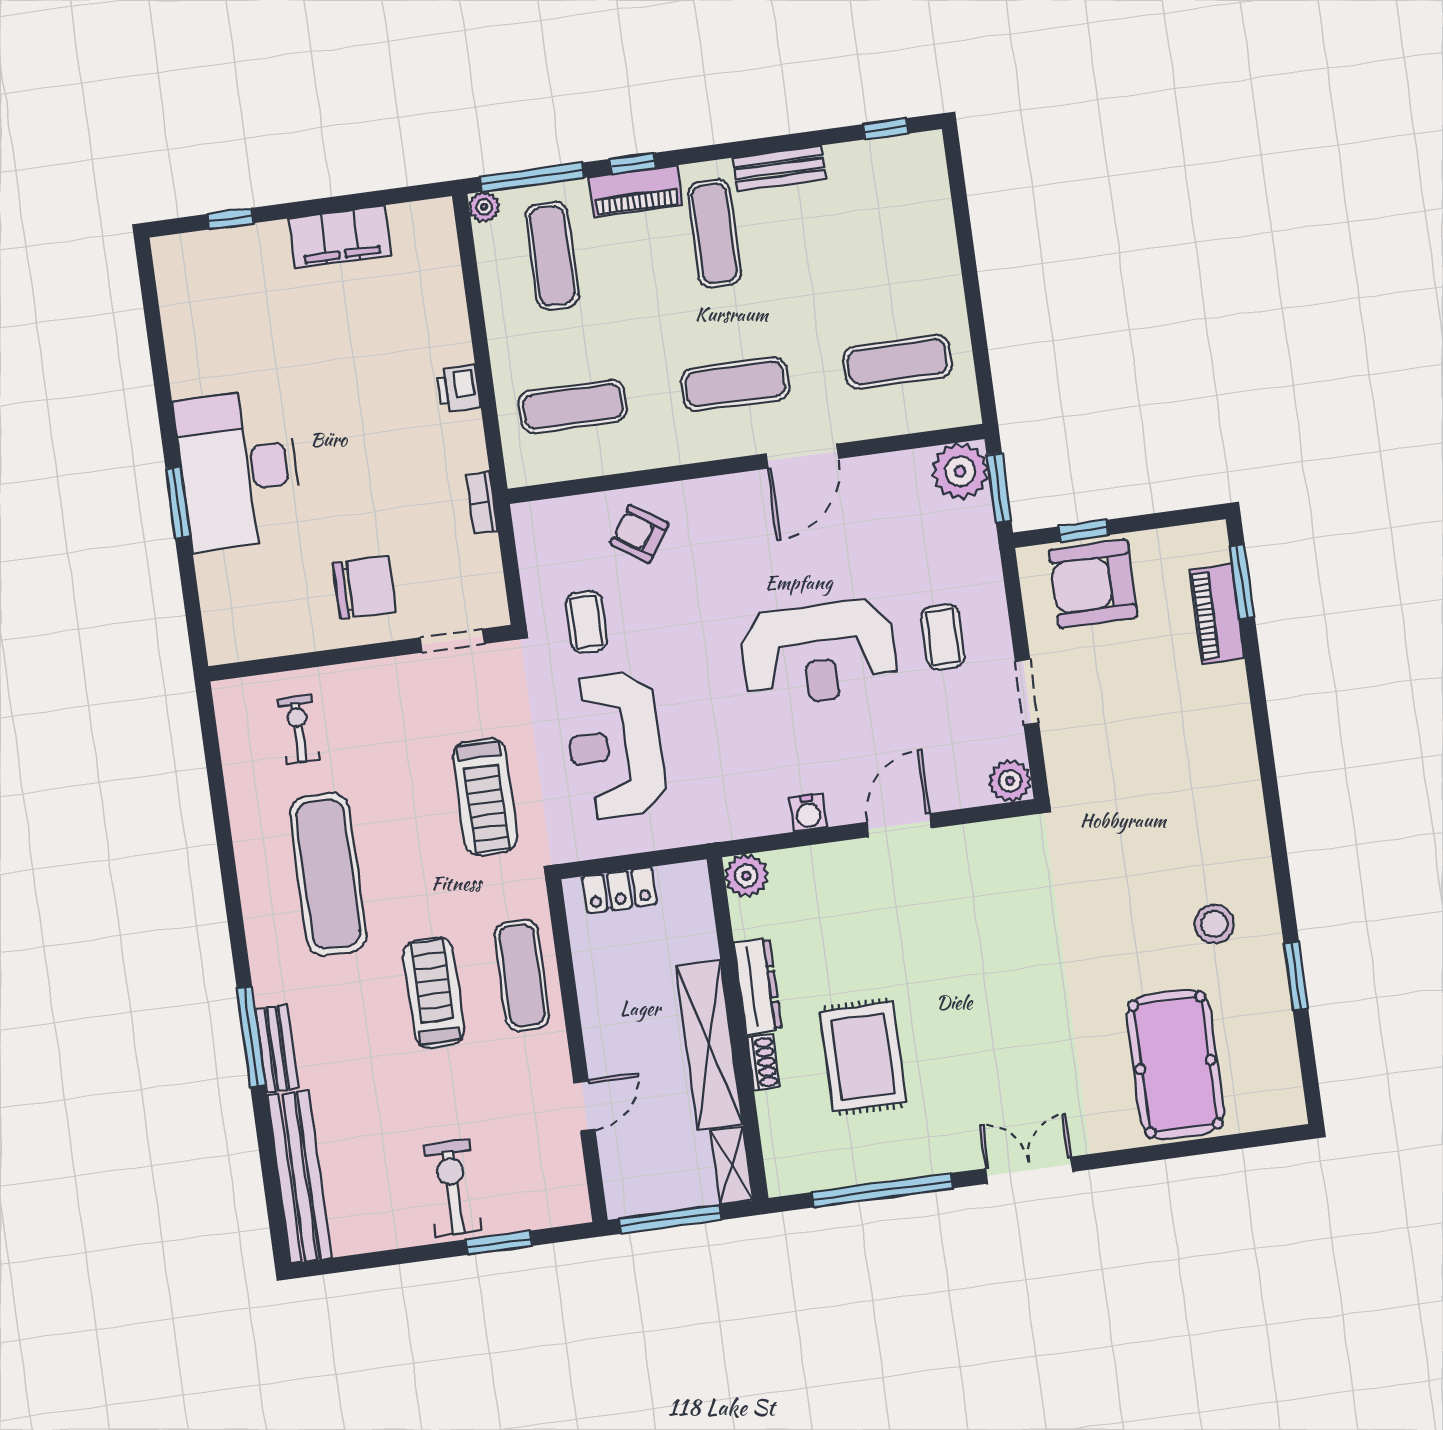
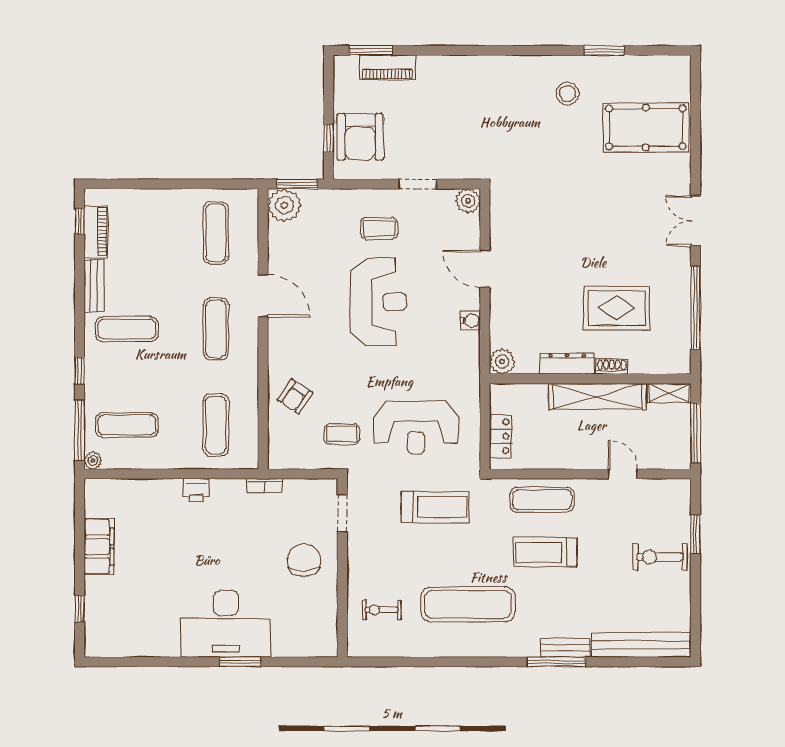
piano: (636, 191) -> (96, 232), moved

